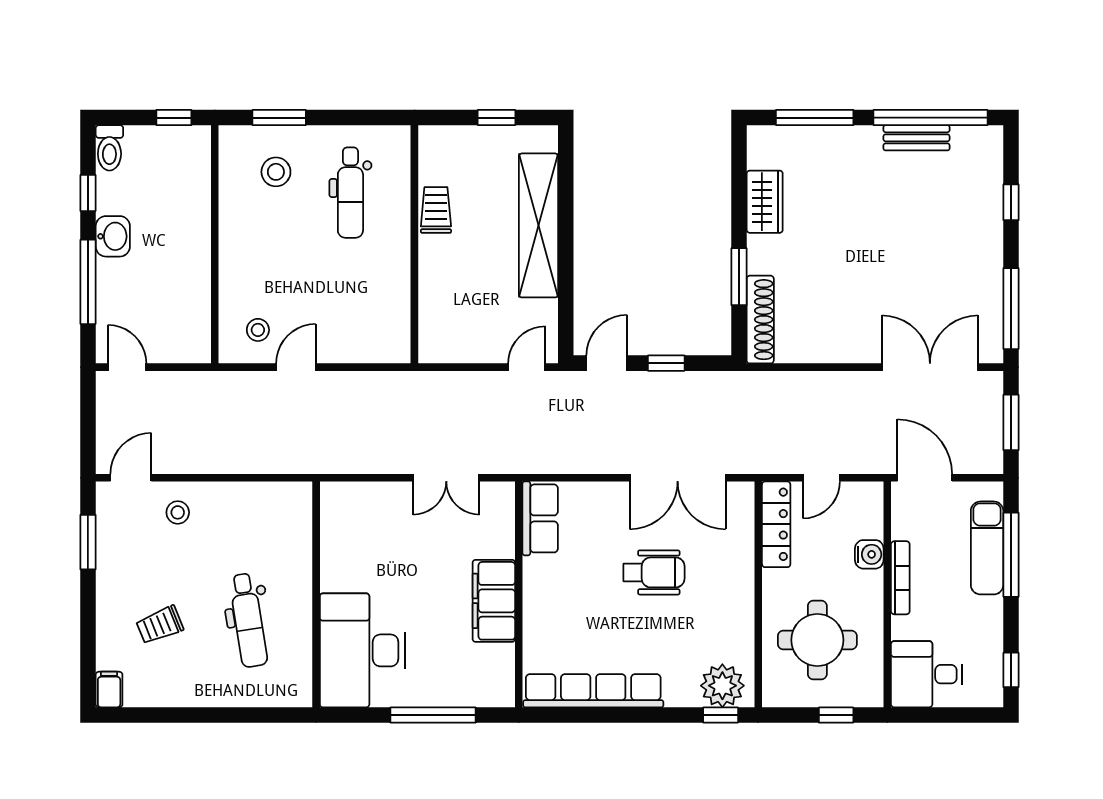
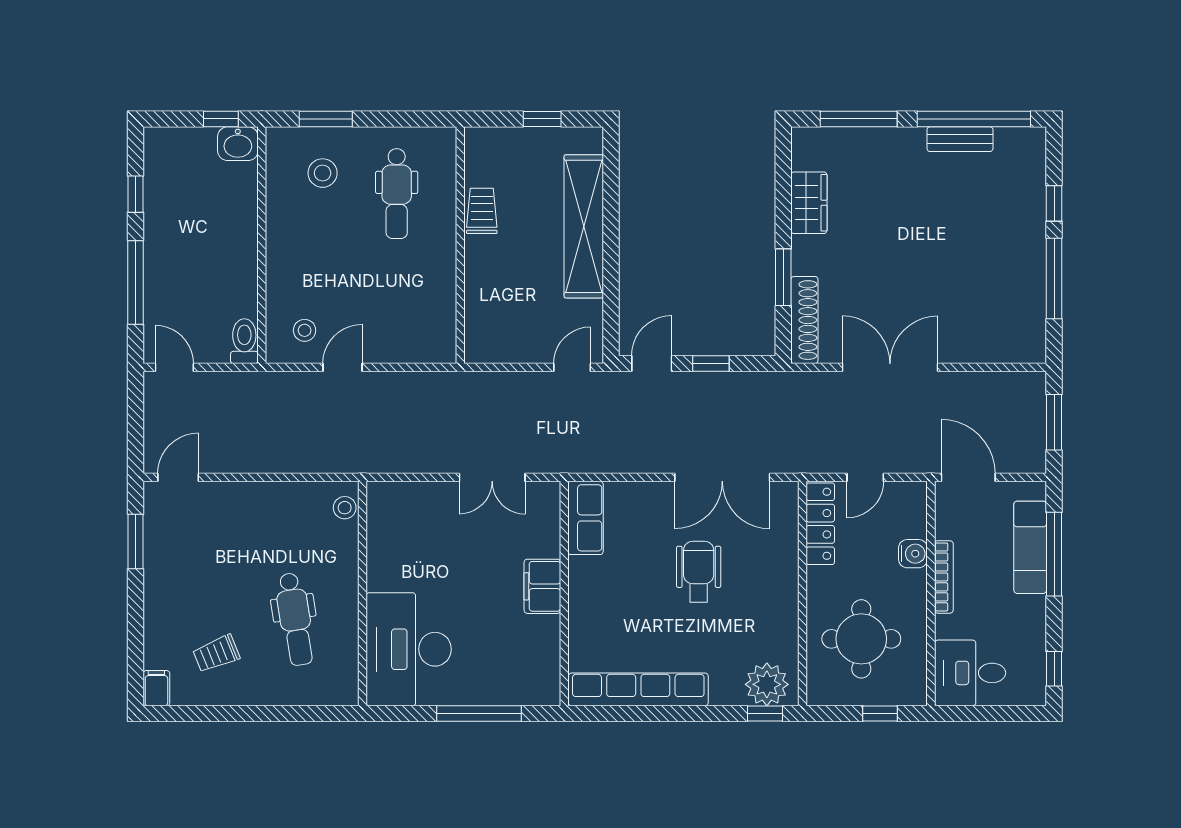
toilet: (109, 148) -> (244, 341), moved, turned 180
washbasin: (113, 236) -> (238, 144), moved, turned 90
window: (1011, 309) -> (1054, 278), moved
double door: (930, 367) -> (890, 367), moved
stool: (178, 512) -> (345, 508), moved
wheelchair: (654, 572) -> (699, 572), turned -90
filing cabinet: (494, 601) -> (542, 586), width x0.67, depth x0.86
trolley: (160, 625) -> (216, 654), moved

